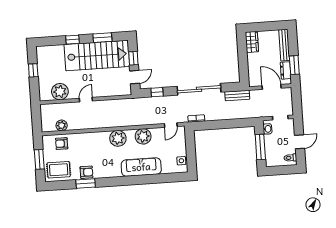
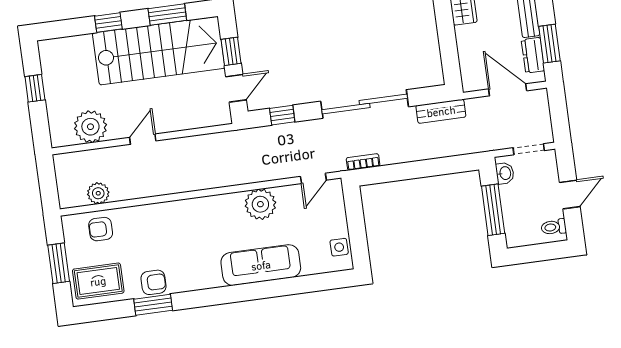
plant: (118, 138) -> (211, 211), removed

